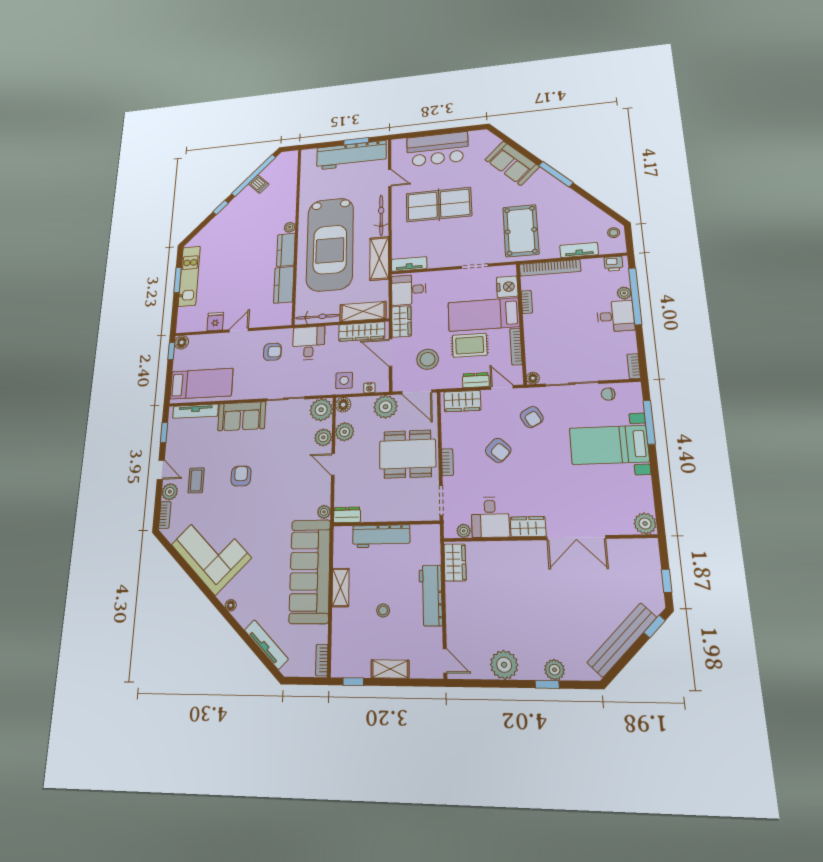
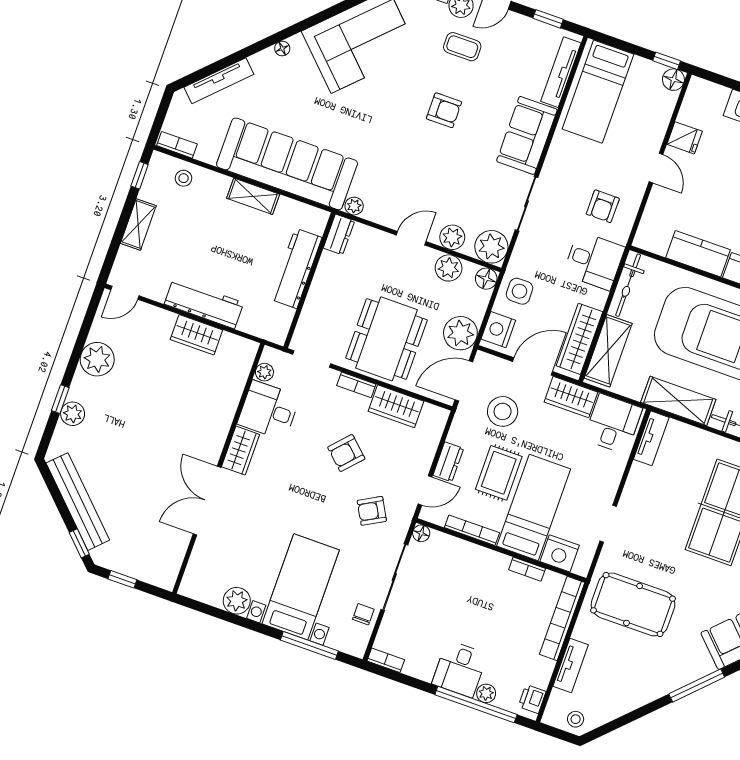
nightstand: (369, 388) -> (498, 330), width x1.89, depth x1.79
wardrobe: (462, 401) -> (396, 406), moved, turned -90
plant: (645, 523) -> (237, 601), moved
wardrobe: (455, 562) -> (196, 335), moved
stool: (383, 610) -> (184, 178), moved

